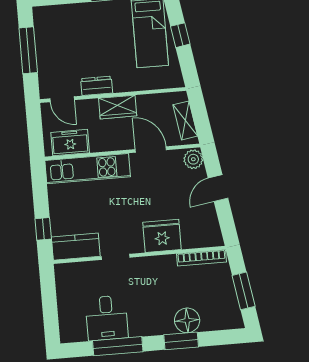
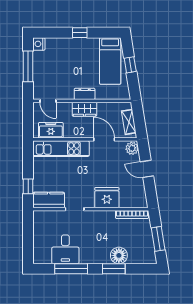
nightstand: (42, 16) -> (39, 44), added
dresser: (97, 86) -> (85, 94), moved
door: (218, 188) -> (147, 169), hinge flipped

